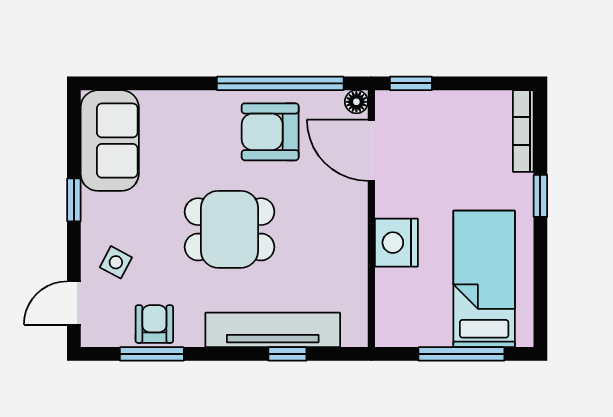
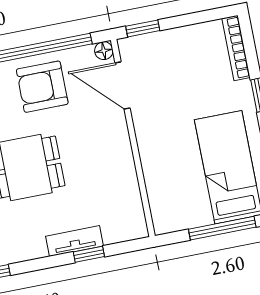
nightstand: (396, 243) -> (156, 153), removed
tv unit: (273, 330) -> (75, 241), width x0.52, depth x0.78

